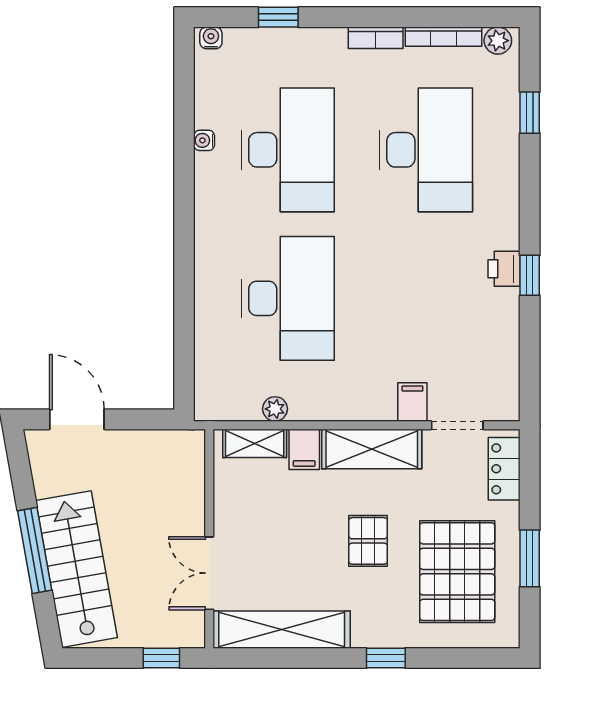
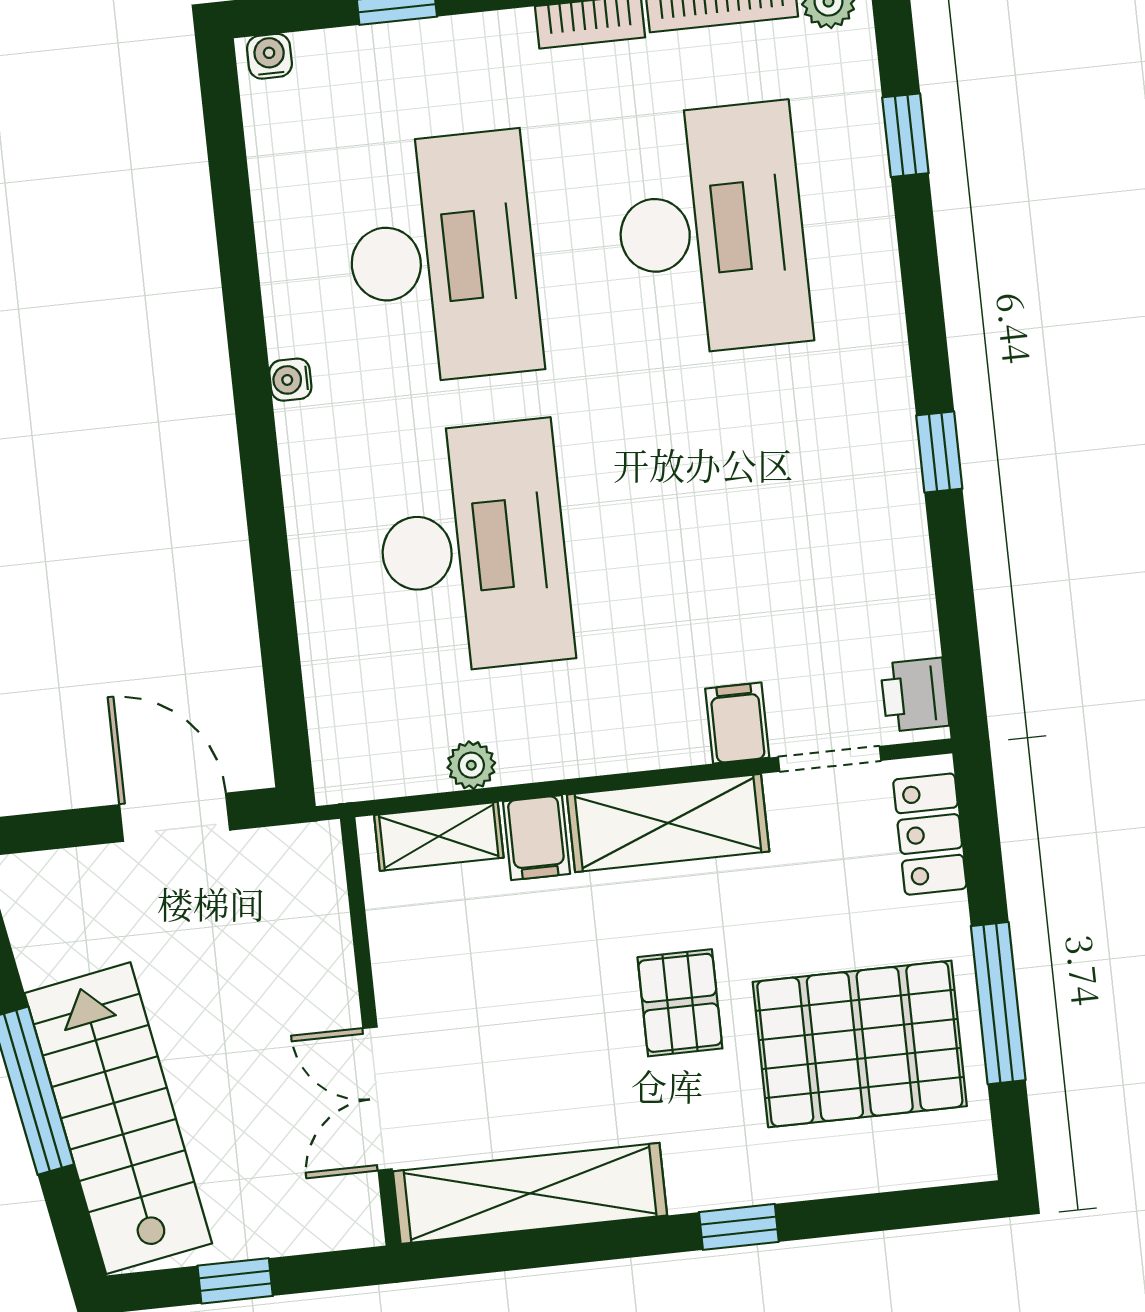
water cooler: (204, 140) -> (290, 380), moved
printer: (504, 269) -> (915, 695), moved
door: (77, 419) -> (175, 817), moved
window: (530, 558) -> (998, 1003), width x1.44
pallet: (457, 572) -> (860, 1044), turned 90
window: (161, 658) -> (235, 1281), moved

